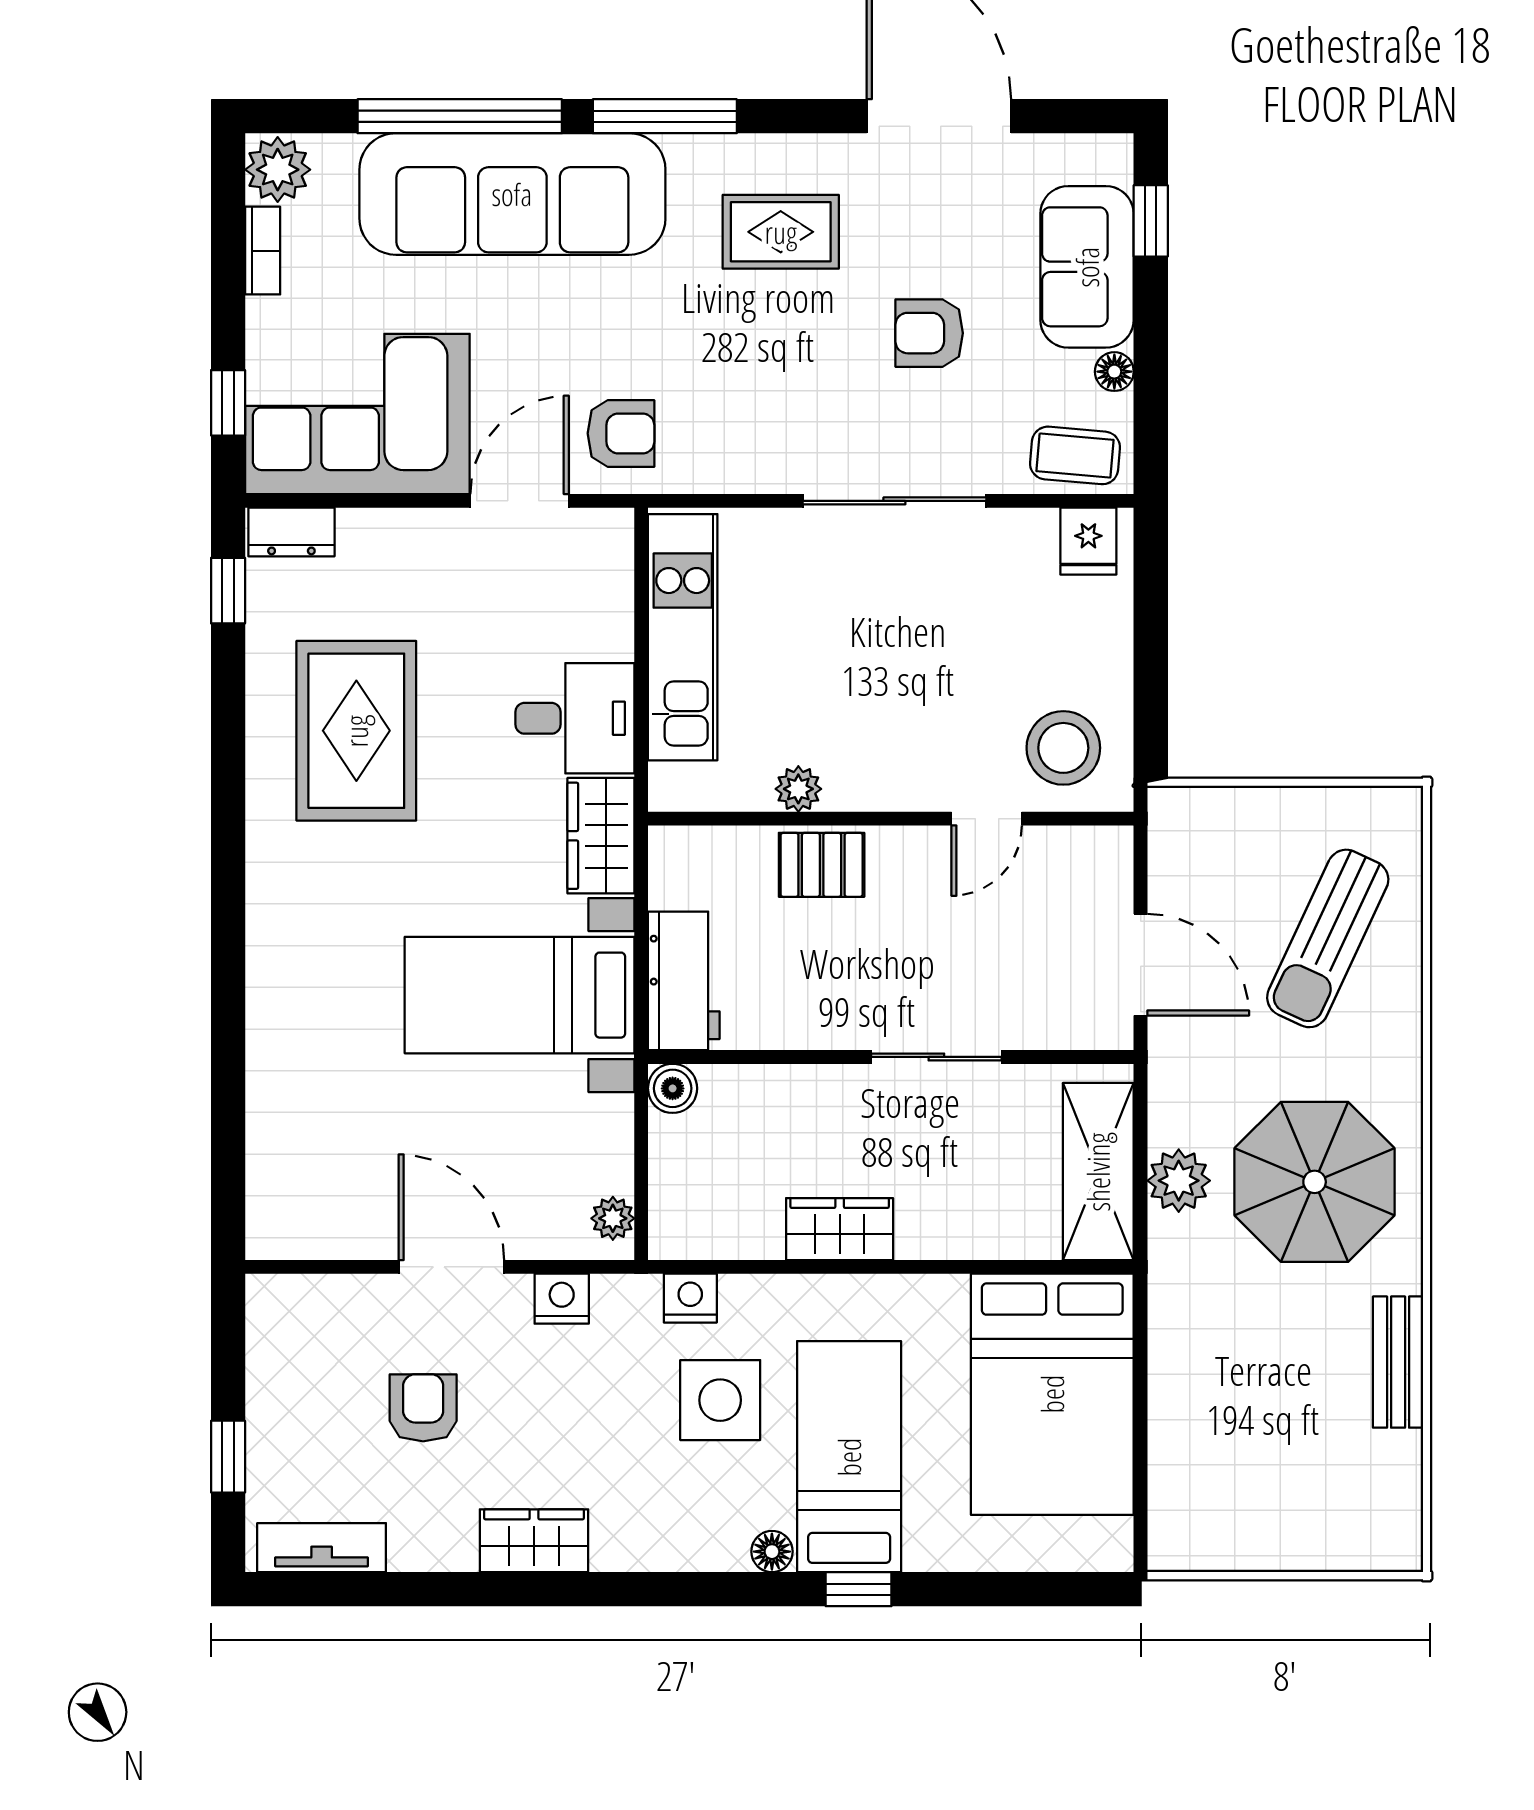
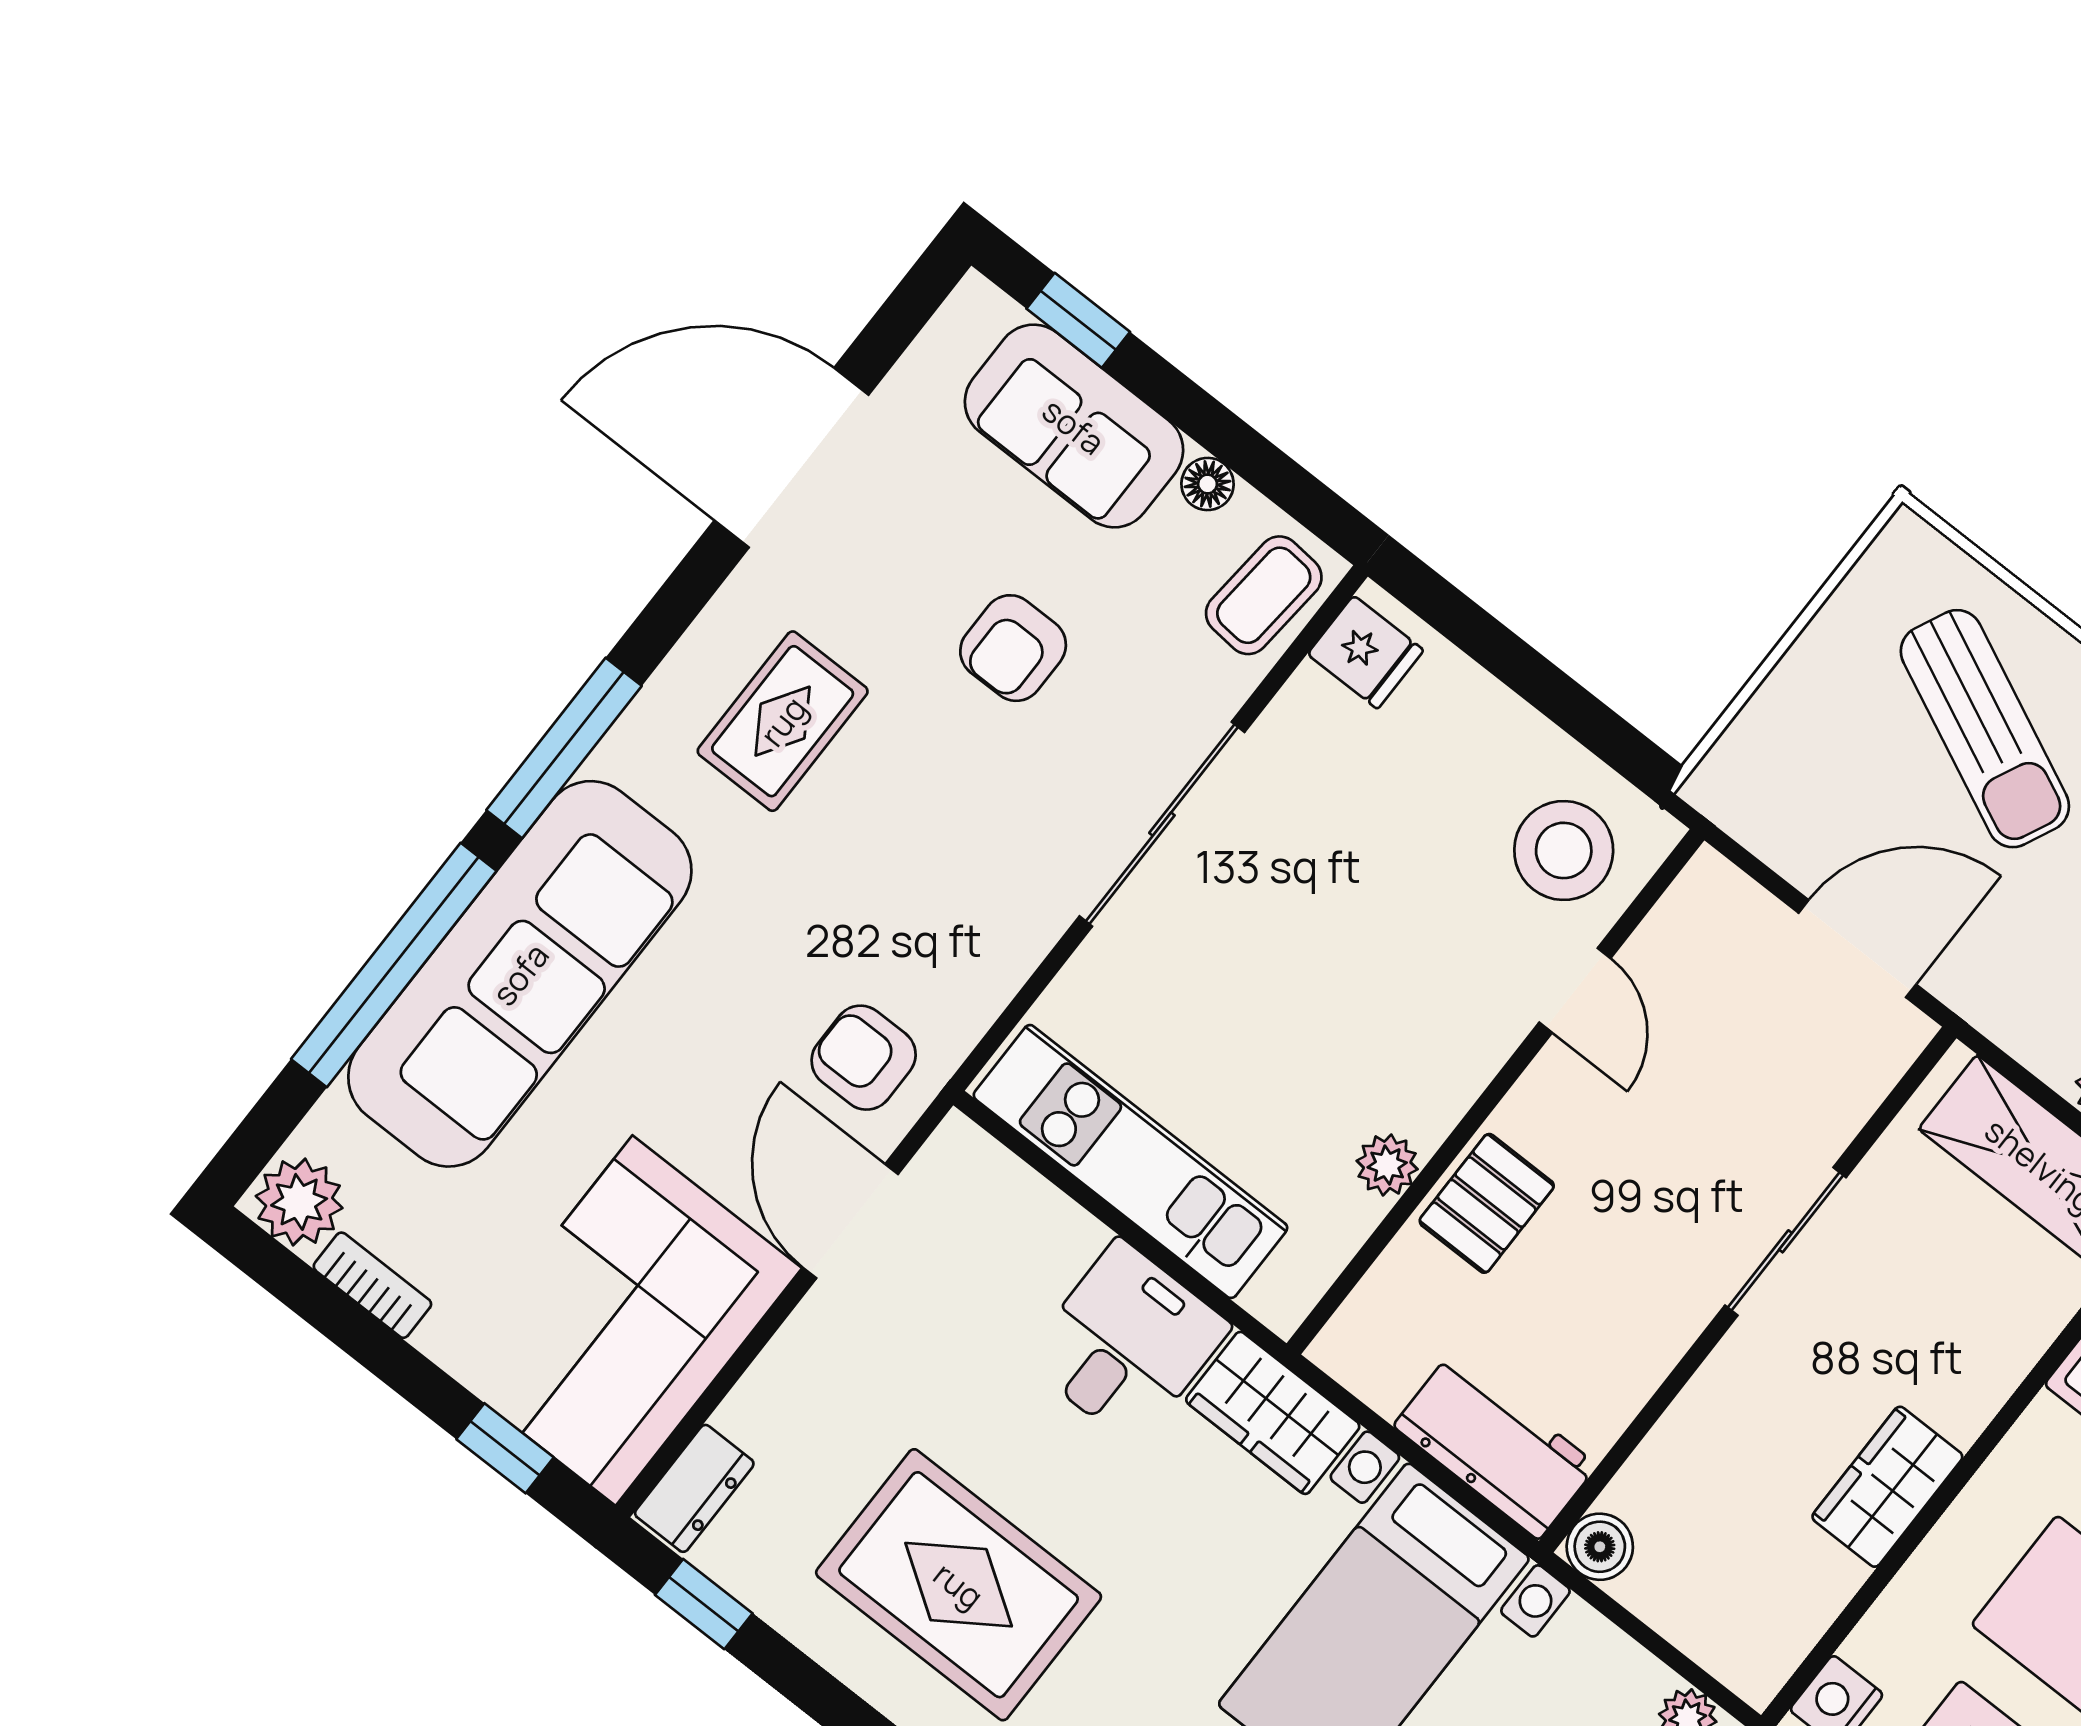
armchair: (621, 433) -> (864, 1058), turned -90

